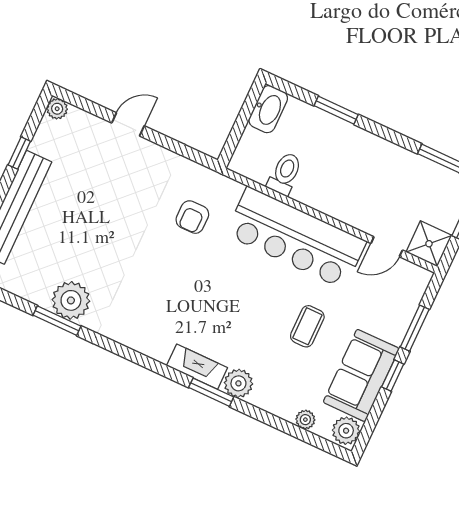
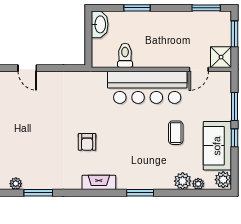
door: (128, 124) -> (27, 68), swing flipped
armchair: (192, 217) -> (87, 142), moved
plant: (71, 300) -> (16, 184), moved, width x0.53, depth x0.53
fireplace: (197, 367) -> (99, 182), moved
plant: (238, 383) -> (183, 181), moved

